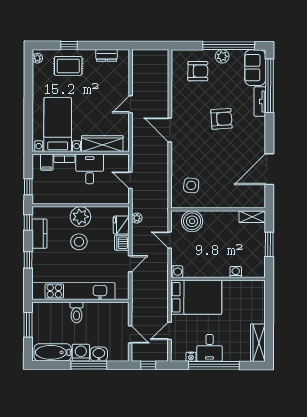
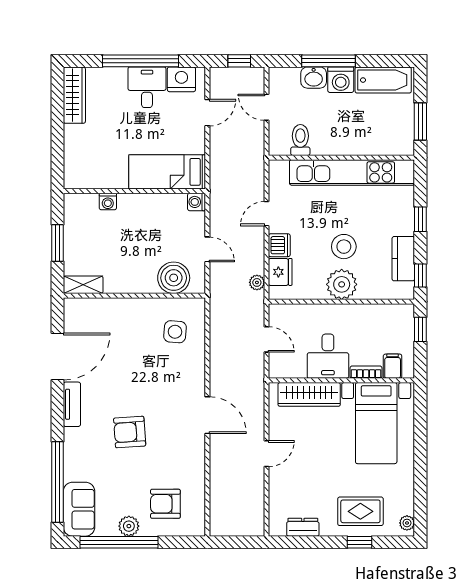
tv unit: (260, 101) -> (72, 404), moved
bed: (196, 297) -> (167, 172), width x0.67
toilet: (76, 313) -> (300, 140), moved
nightstand: (191, 357) -> (181, 79), width x1.89, depth x1.79

